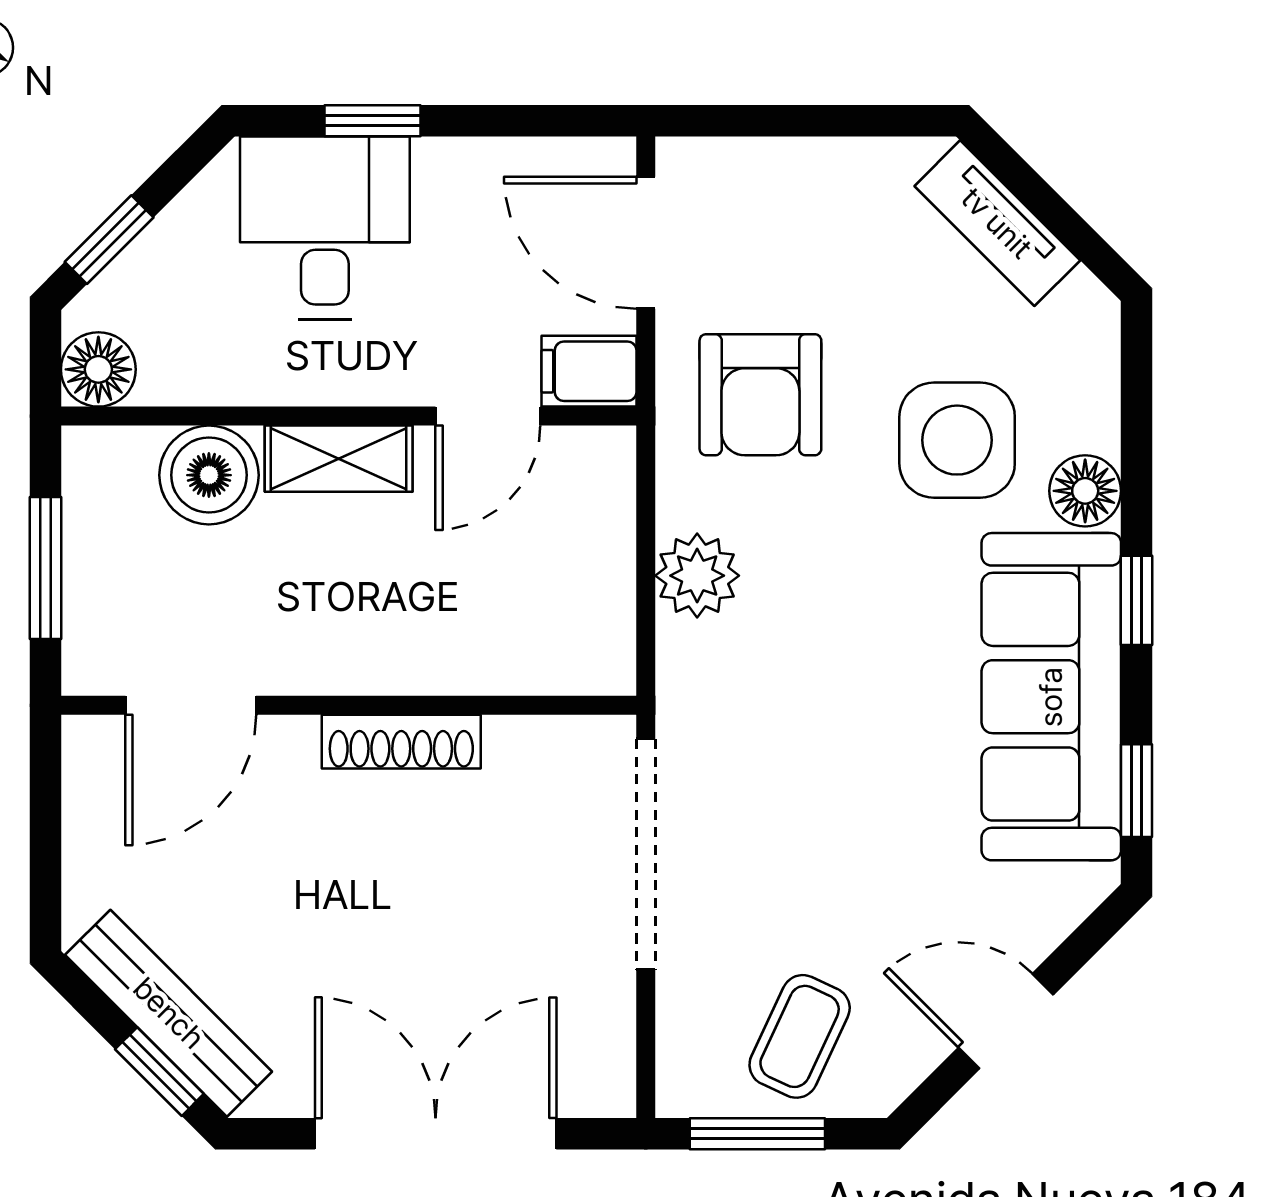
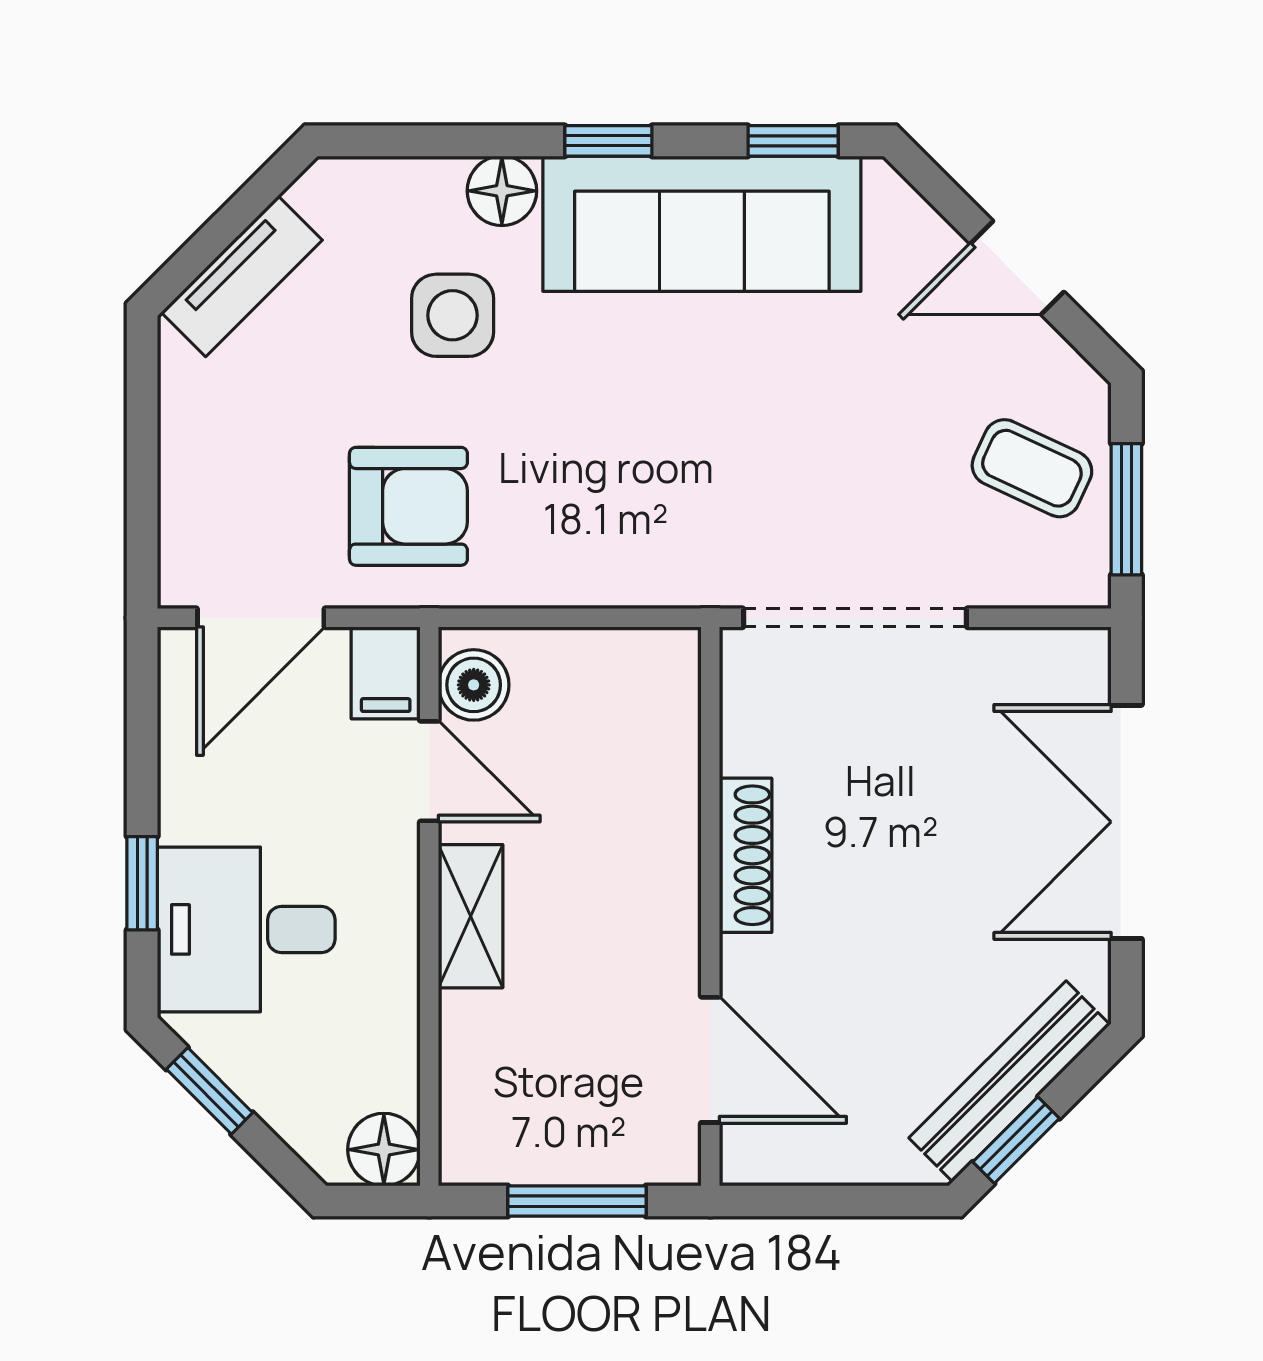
window: (109, 240) -> (210, 1091), moved
side table: (957, 440) -> (453, 315), width x0.73, depth x0.73
boiler: (209, 475) -> (474, 685), moved, width x0.73, depth x0.73
plant: (697, 576) -> (584, 568), removed
door: (1006, 1021) -> (1017, 268), hinge flipped
window: (159, 1072) -> (1016, 1140), moved

